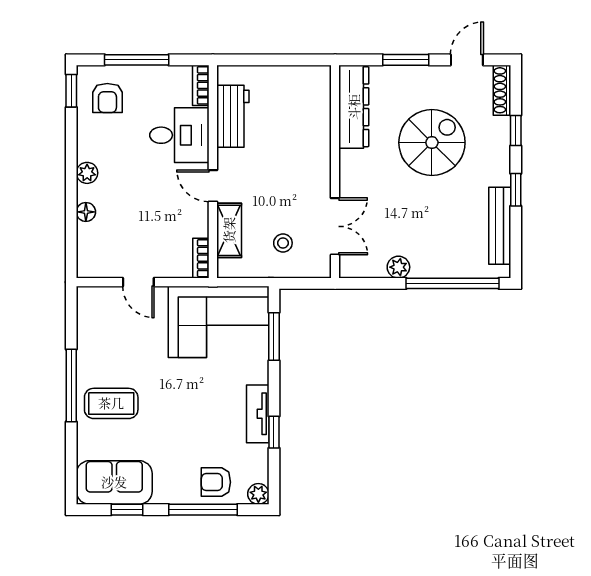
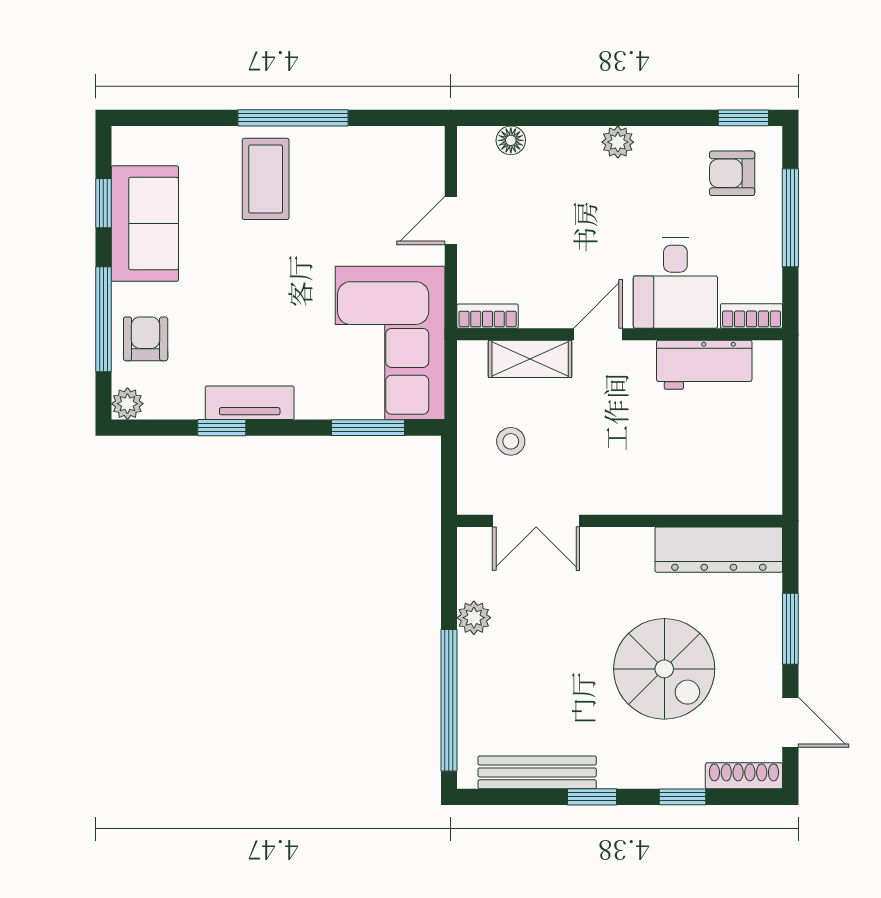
floor lamp: (86, 212) -> (511, 140), moved
sofa: (114, 482) -> (145, 224), moved

